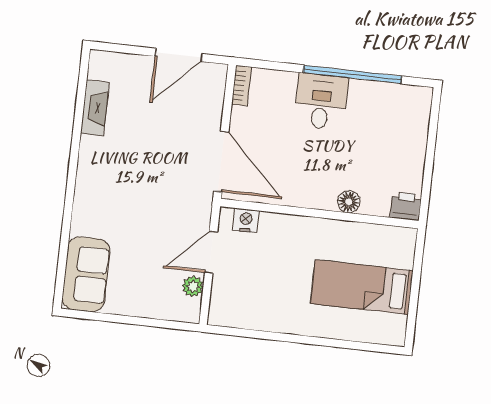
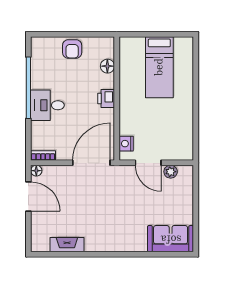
floor lamp: (219, 72) -> (36, 171), added
armchair: (407, 151) -> (72, 49), added
floor lamp: (349, 202) -> (107, 66), moved
printer: (406, 206) -> (106, 99), moved

